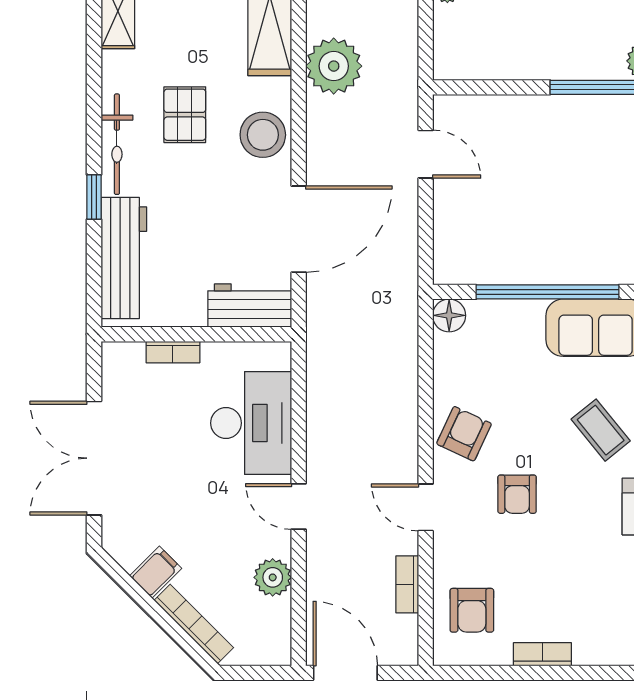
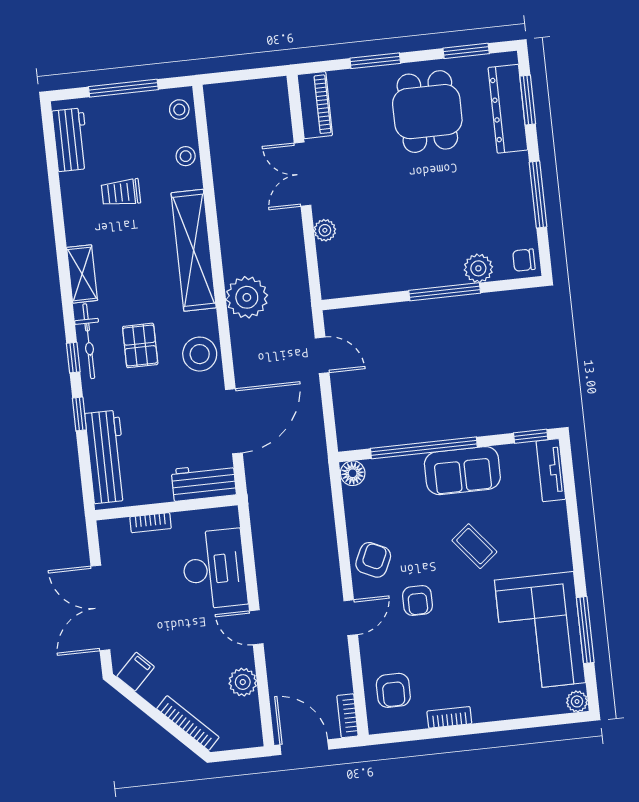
window: (94, 121) -> (73, 358), added
bicycle: (117, 144) -> (89, 341), moved
door: (426, 507) -> (351, 618), swing flipped
filing cabinet: (156, 572) -> (136, 672), moved
bookcase: (407, 584) -> (347, 716), moved

